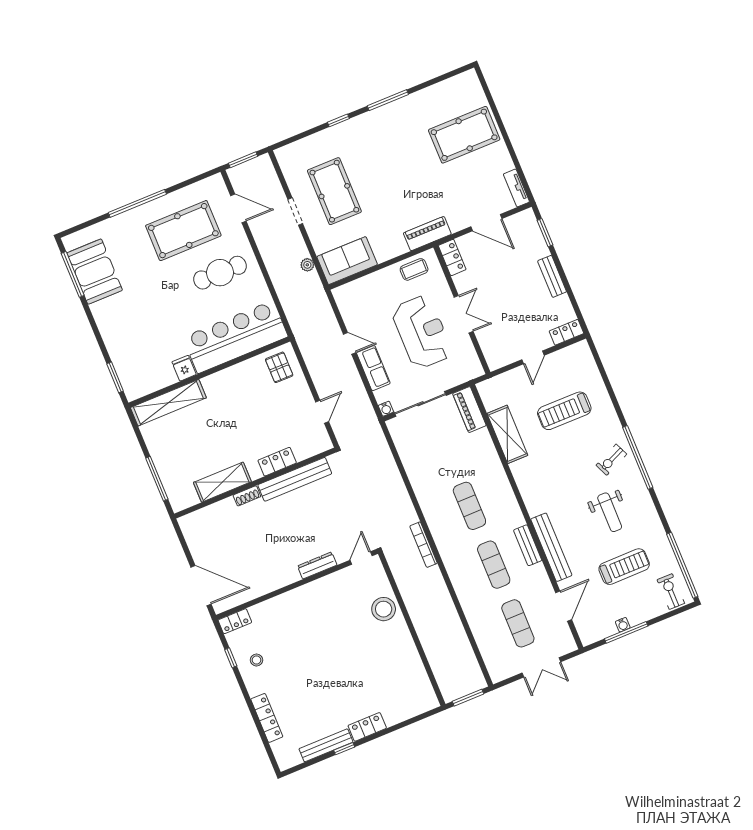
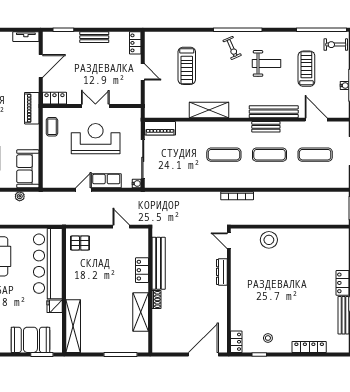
booth: (128, 355) -> (30, 340), added
shelving: (507, 434) -> (209, 110), moved

